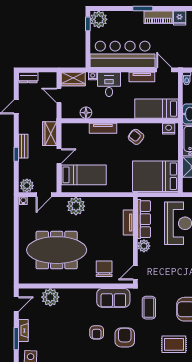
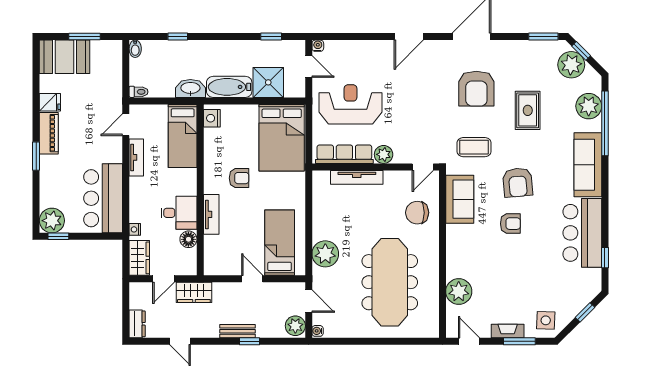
bar counter: (123, 54) -> (103, 198), width x0.73
desk: (109, 84) -> (179, 213), moved, turned 180
wardrobe: (50, 134) -> (194, 292), moved
armchair: (136, 137) -> (239, 178), moved, turned -128
tv unit: (128, 222) -> (357, 177), width x1.41
door: (135, 273) -> (423, 167), hinge flipped
armchair: (125, 337) -> (518, 182), turned -95

